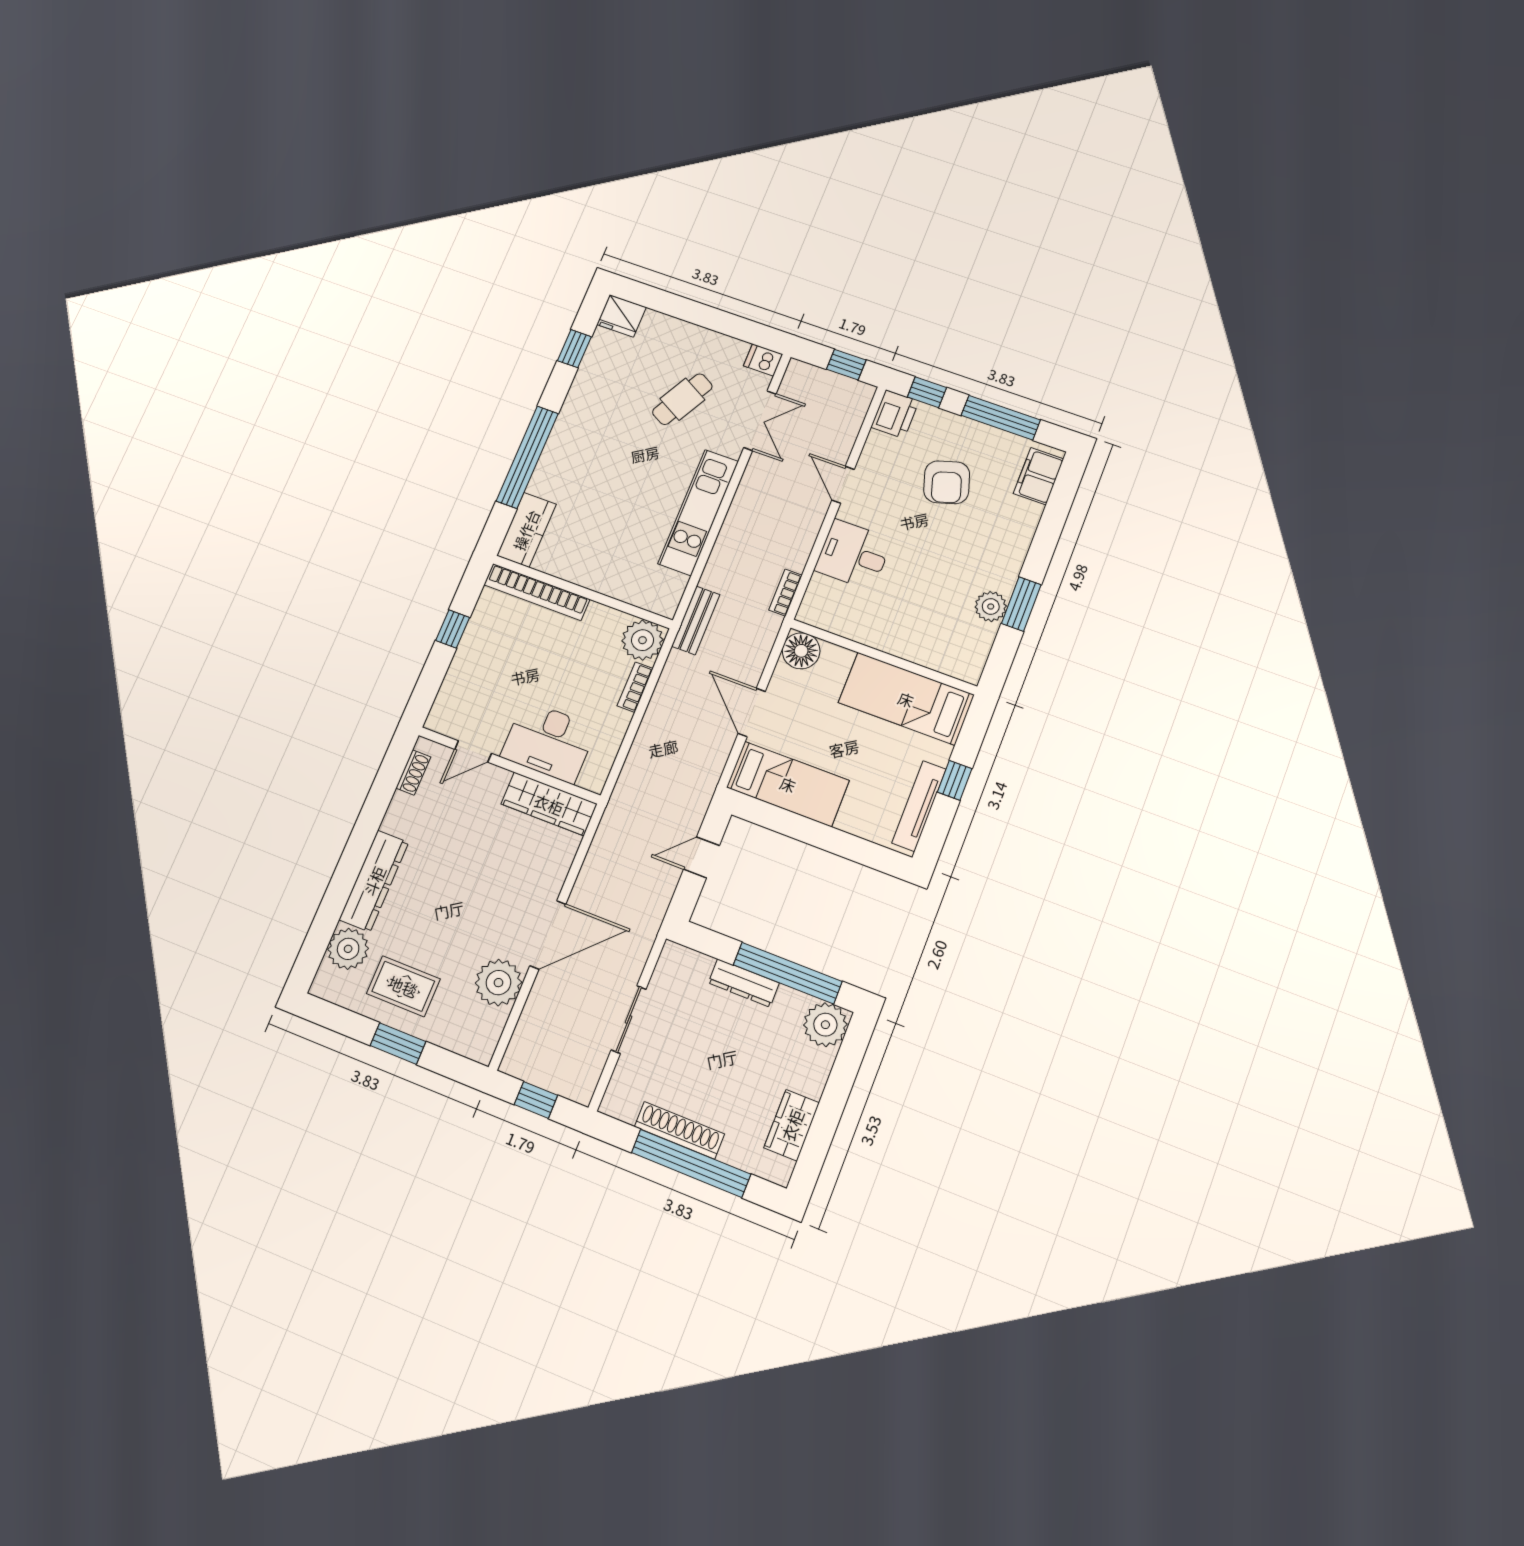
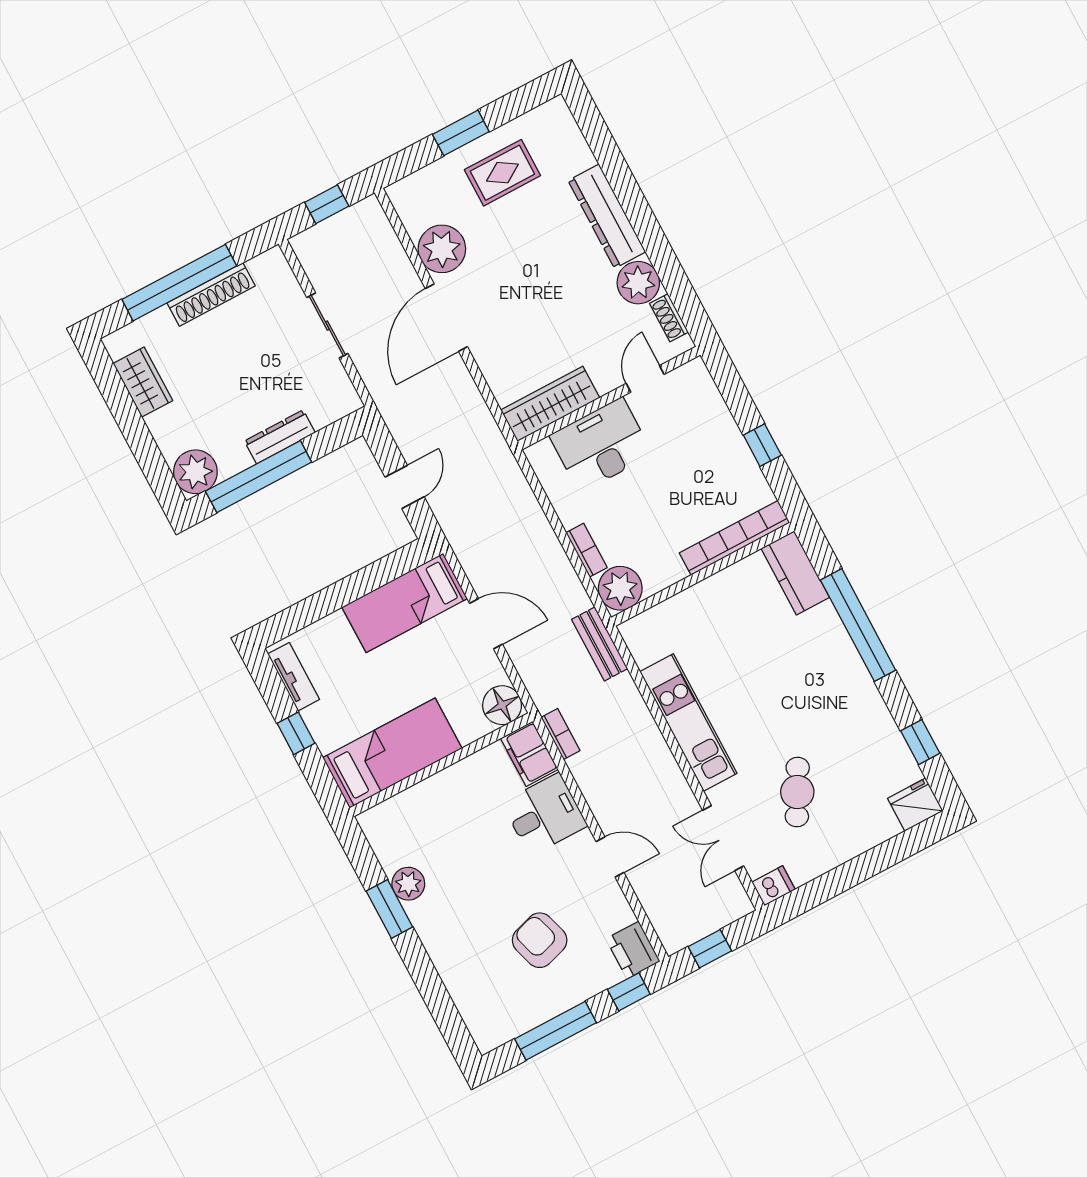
filing cabinet: (1039, 476) -> (529, 754), moved, turned 180
tv unit: (919, 806) -> (294, 677), width x0.71
plant: (348, 949) -> (638, 283), moved

